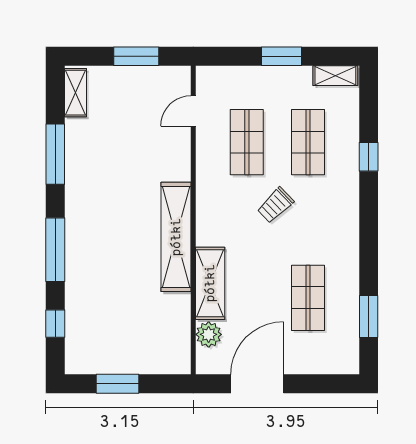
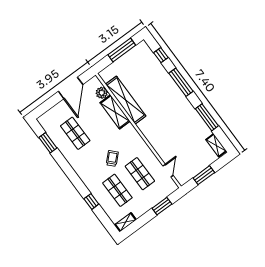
window: (281, 56) -> (162, 206), moved
shelving: (176, 237) -> (126, 100), moved
window: (118, 384) -> (122, 50), width x1.44

